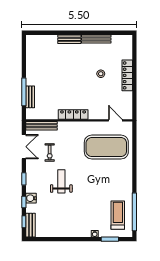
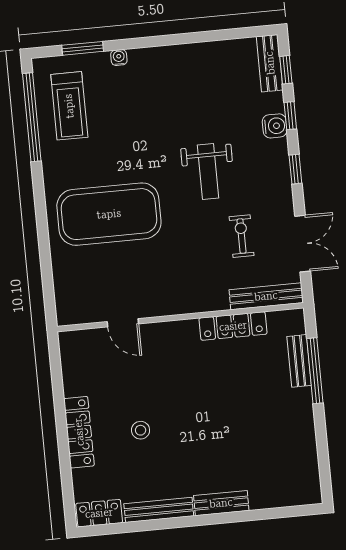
locker: (122, 40) -> (99, 513), added
locker: (73, 114) -> (233, 326), moved
door: (115, 120) -> (123, 323), moved
double door: (24, 147) -> (303, 244), swing flipped
exercise mat: (106, 147) -> (109, 214), moved

